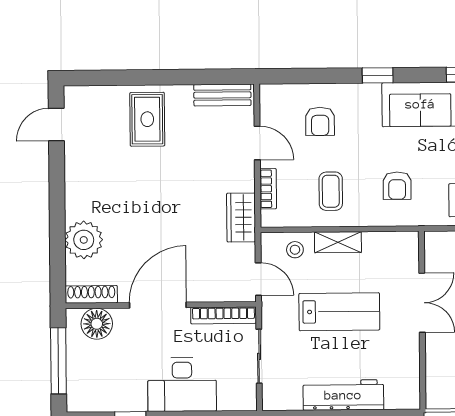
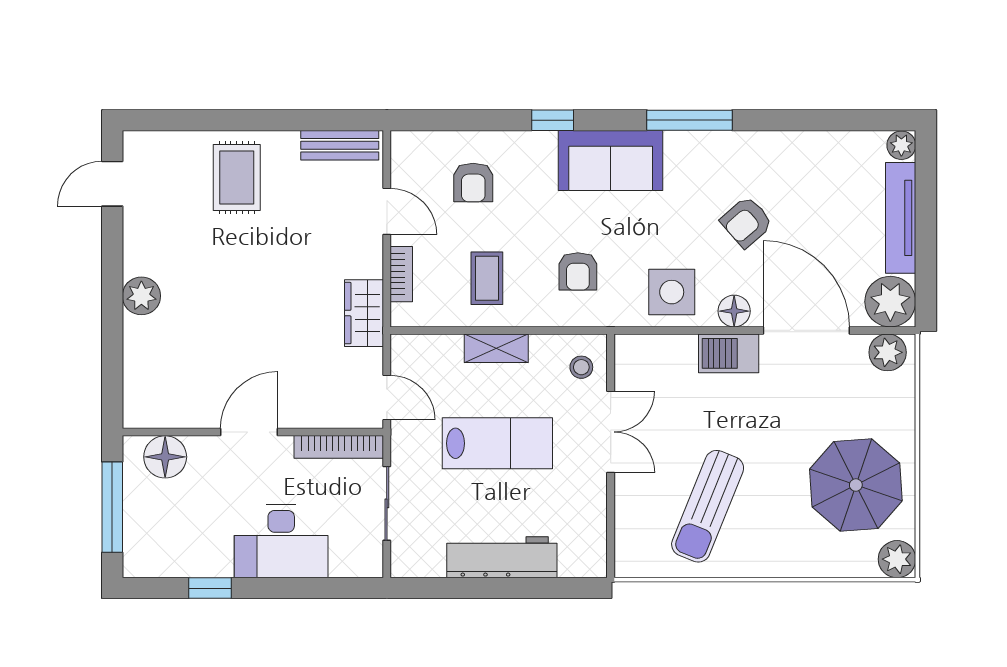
plant: (84, 240) -> (141, 296), moved, width x0.73, depth x0.73
stool: (295, 250) -> (581, 367), moved
shoe rack: (91, 294) -> (158, 417), removed
door: (158, 305) -> (249, 432), width x0.73

